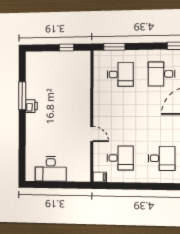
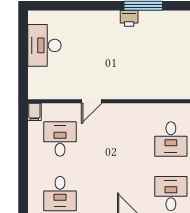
desk: (120, 158) -> (60, 139), turned 180

